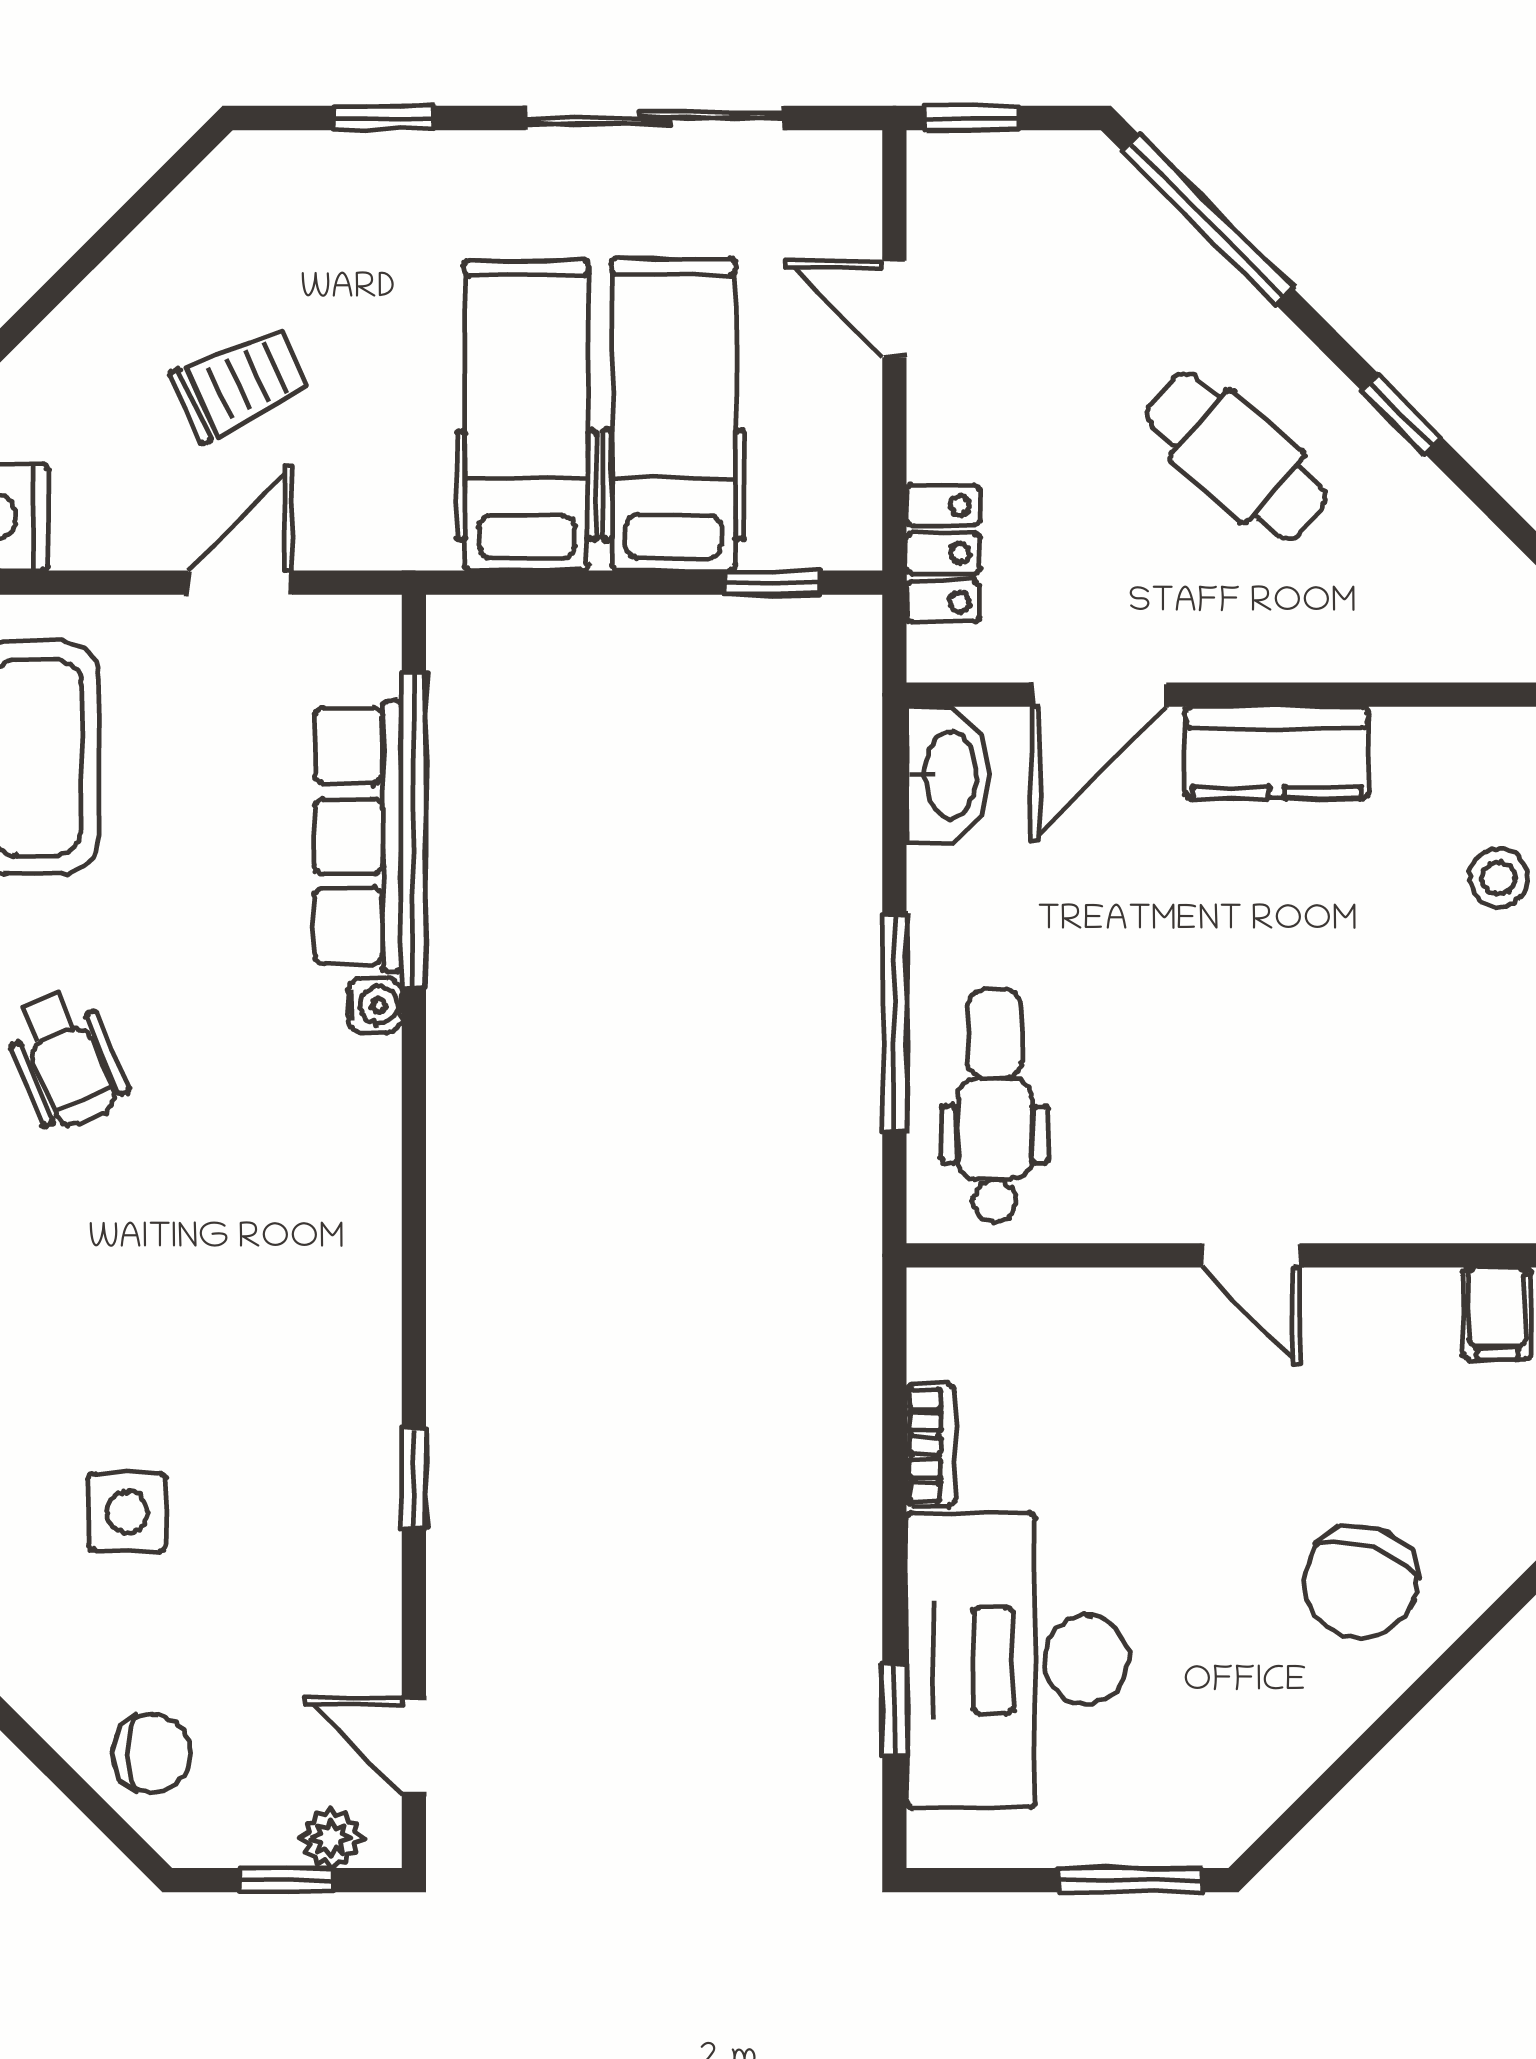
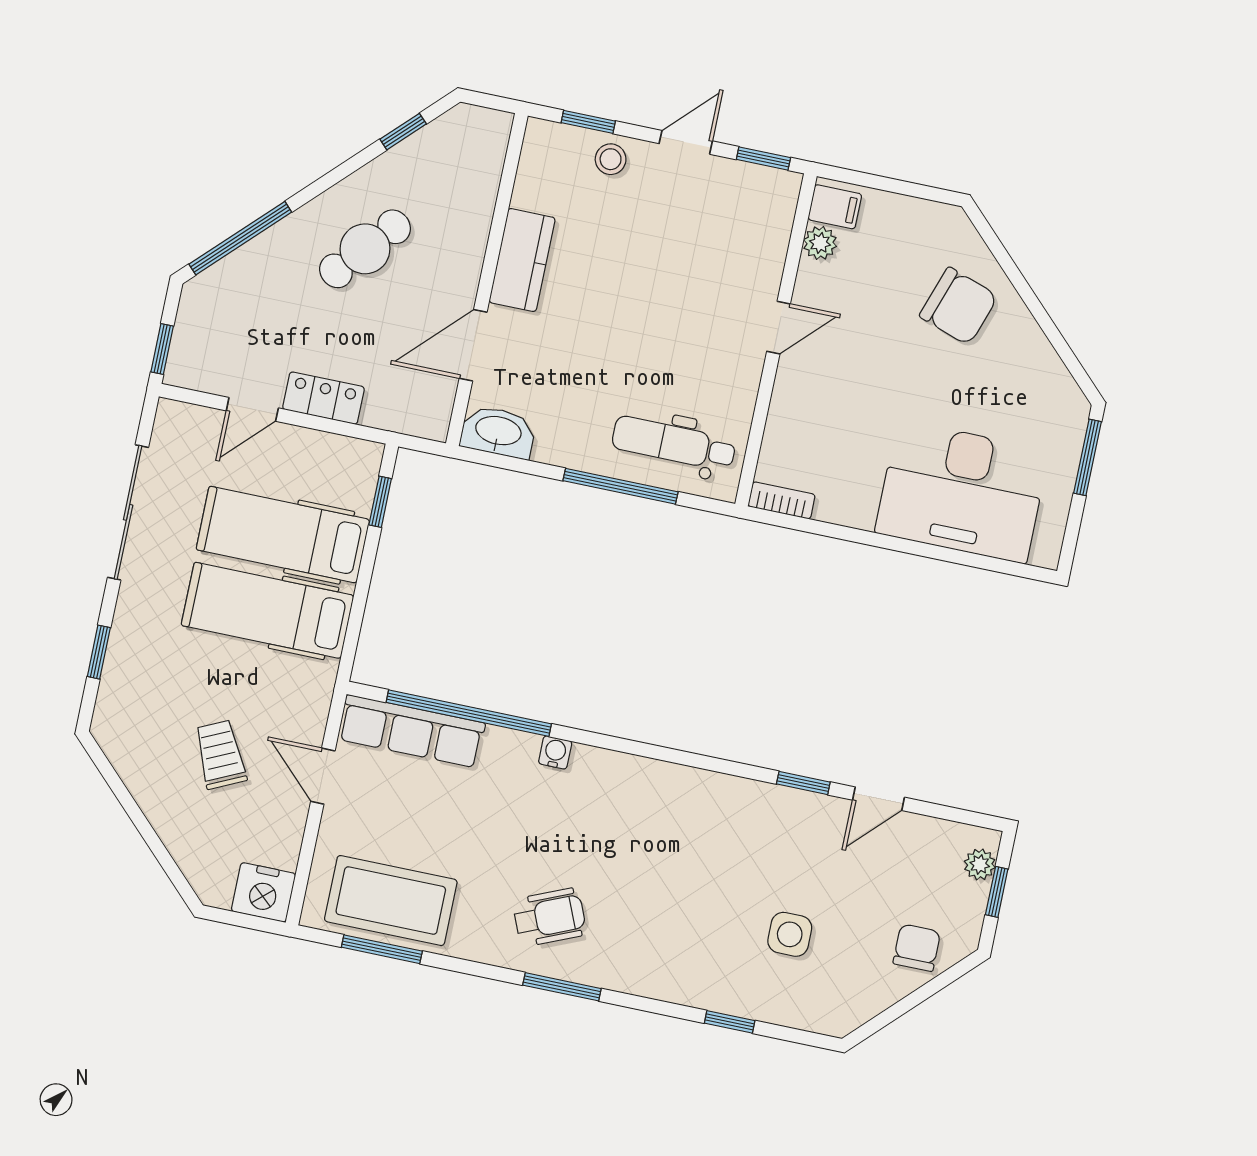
window: (1402, 414) -> (403, 132), moved
locker: (943, 553) -> (324, 398), moved
door: (1099, 695) -> (473, 345), swing flipped
row of seats: (358, 836) -> (411, 731), moved
plant: (1424, 1300) -> (820, 243), added
bookcase: (931, 1445) -> (782, 500), moved
window: (894, 1710) -> (974, 560), removed
door: (414, 1746) -> (879, 799), moved

